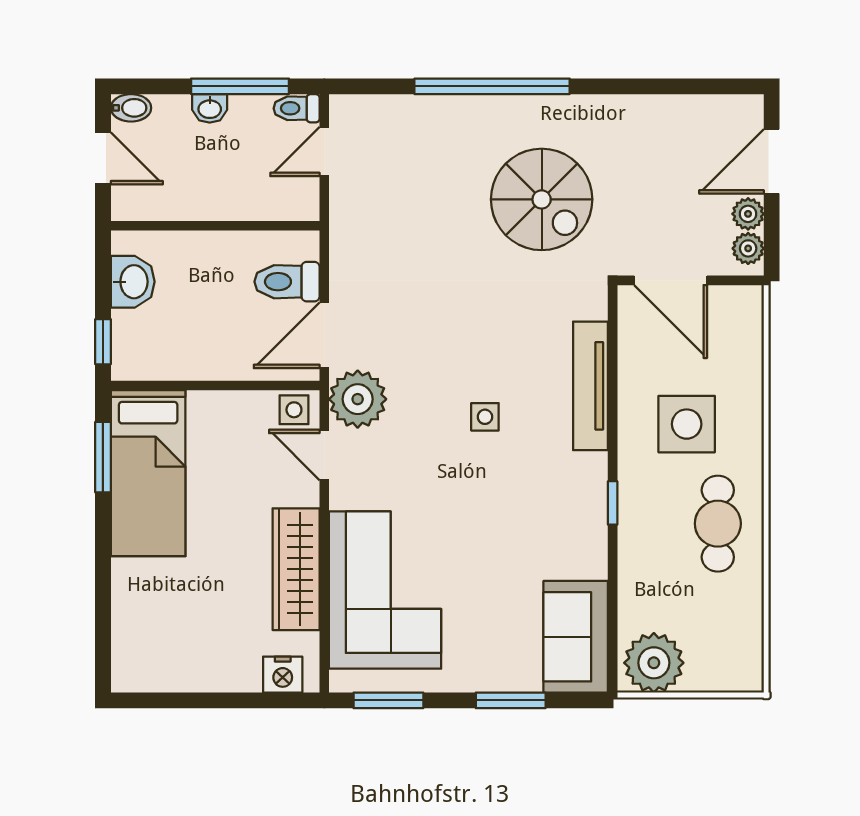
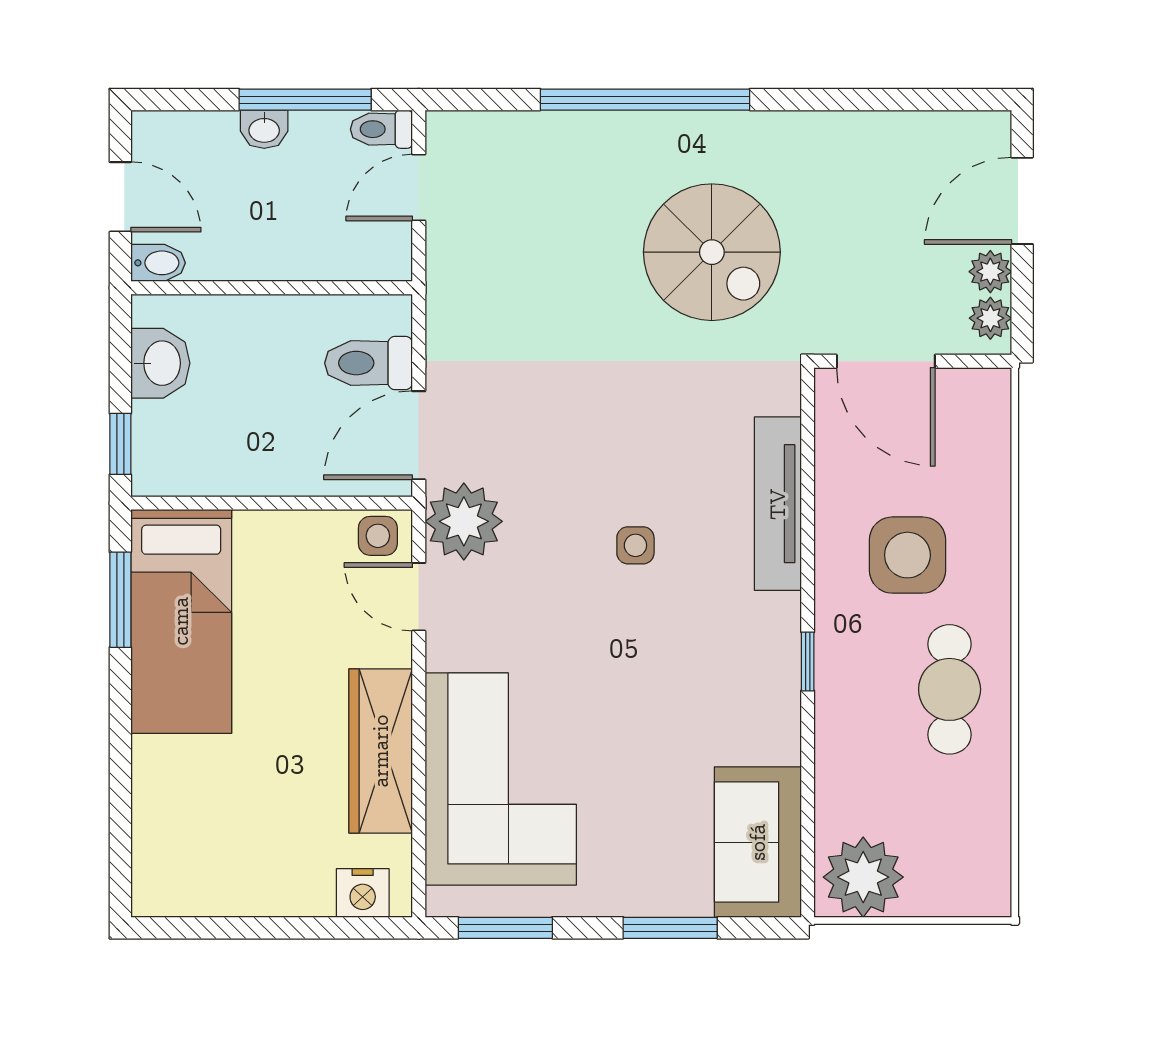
bidet: (131, 108) -> (158, 263), moved

